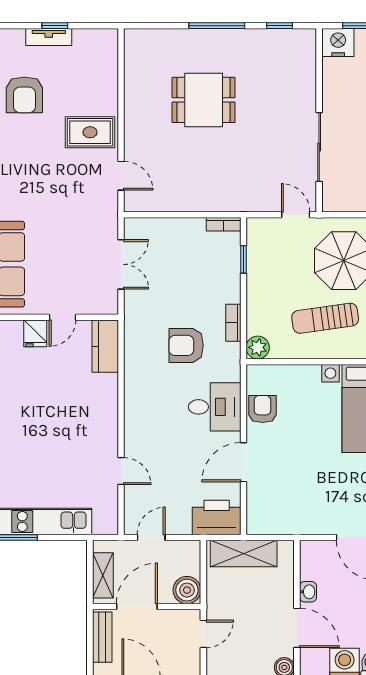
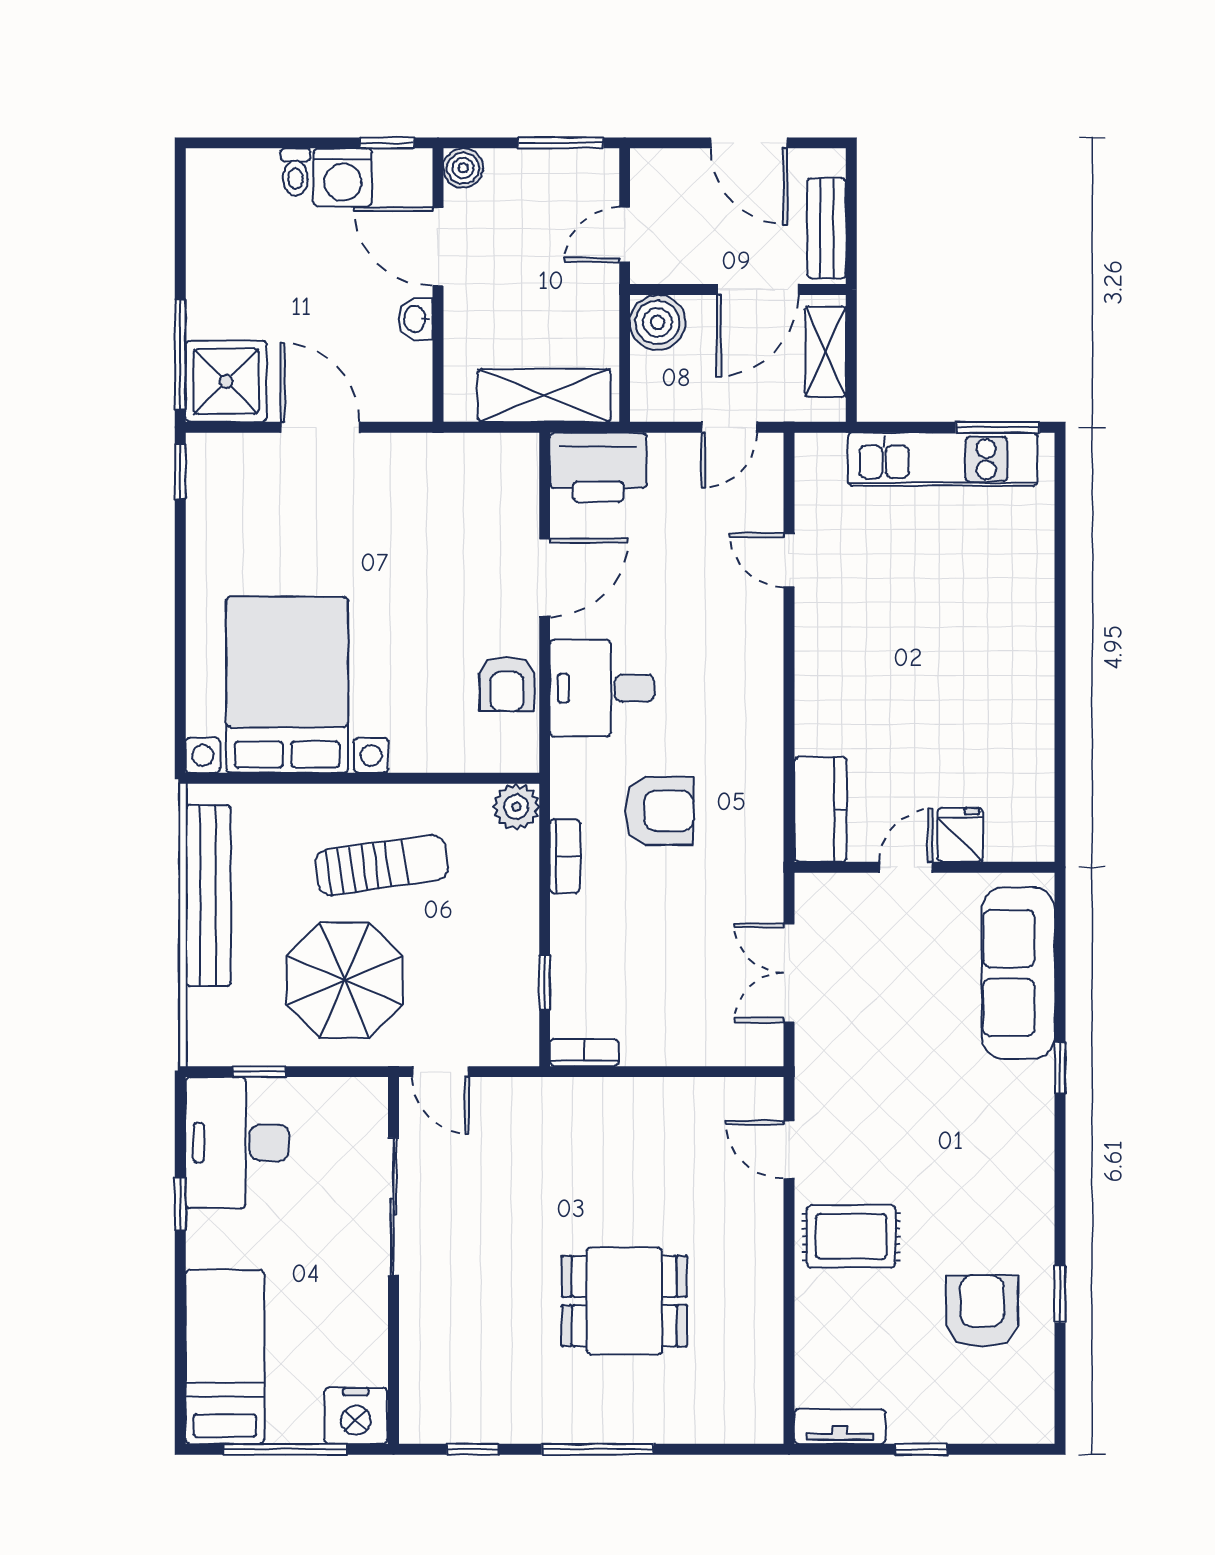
tv unit: (49, 37) -> (840, 1427), moved

